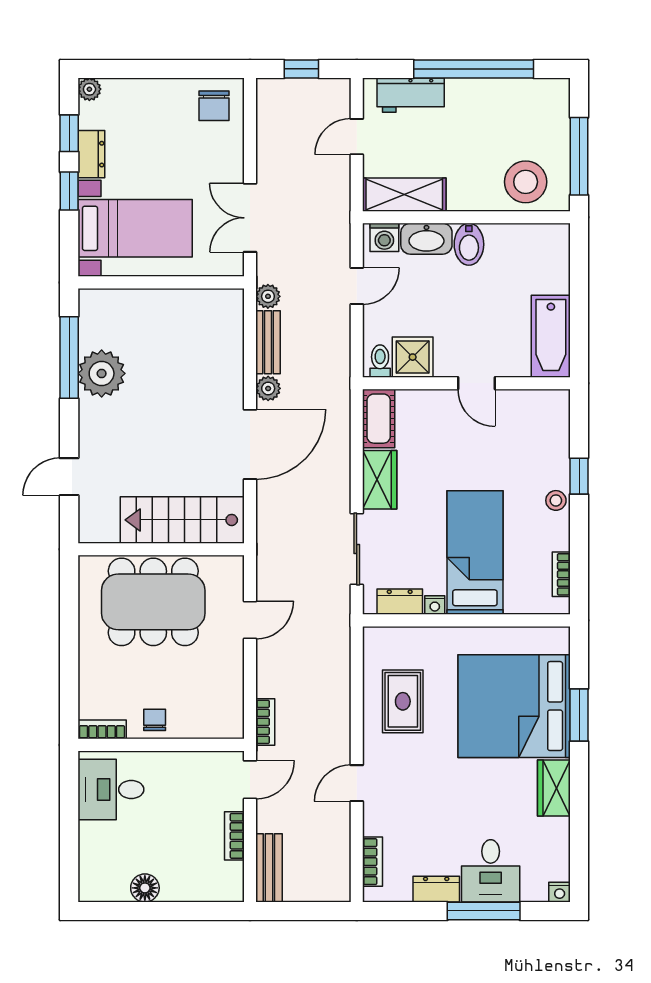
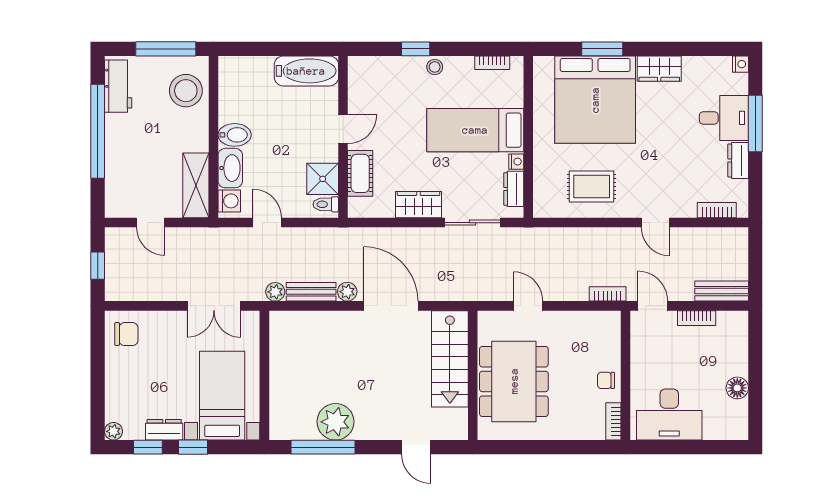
workbench: (411, 95) -> (118, 86), moved
cot: (379, 419) -> (360, 173), moved, turned 90
desk: (111, 789) -> (669, 415), width x1.37

